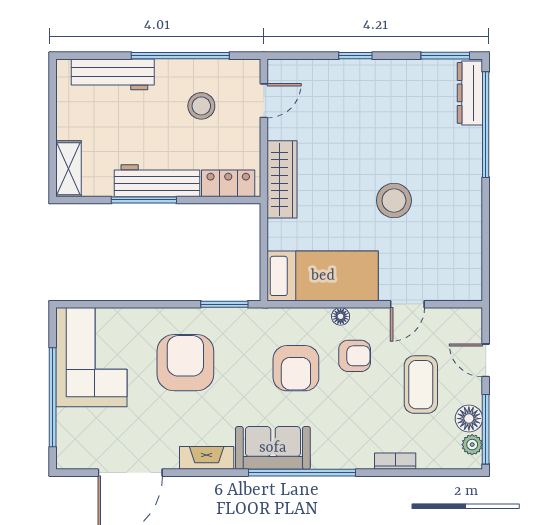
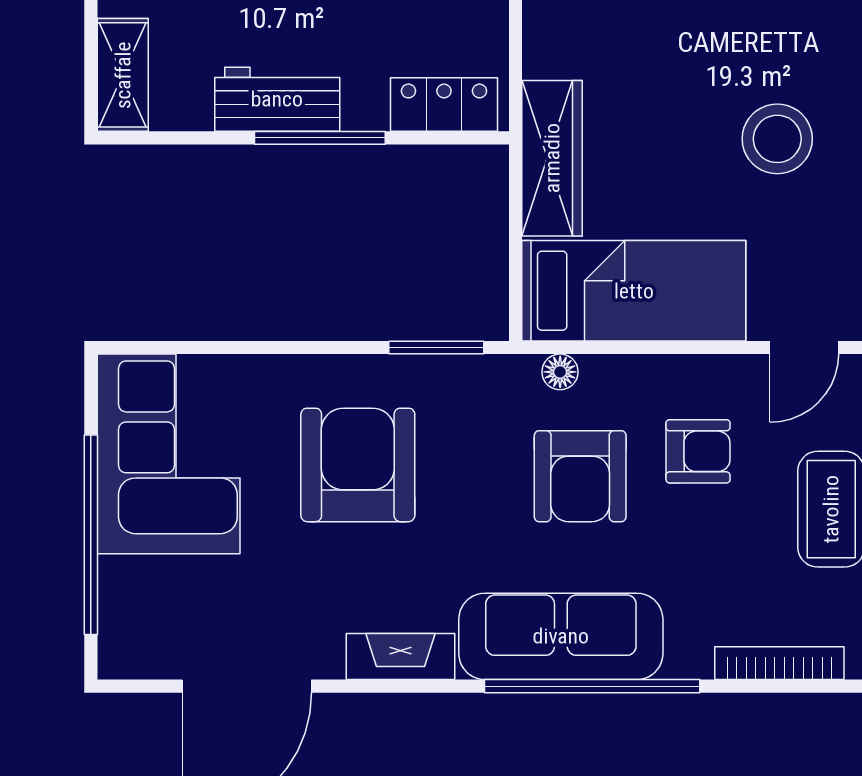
wardrobe: (282, 179) -> (552, 158), moved
workbench: (157, 181) -> (277, 99), width x0.73
window: (144, 200) -> (320, 138), moved
floor lamp: (341, 316) -> (560, 372), moved
sofa: (273, 448) -> (561, 636), width x1.36
bookcase: (395, 461) -> (779, 663), width x1.56

